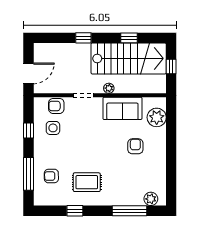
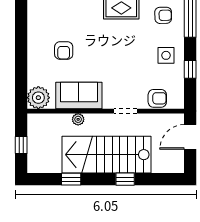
stairs: (129, 58) -> (106, 155), moved
plant: (109, 88) -> (78, 119), moved
plant: (157, 117) -> (38, 98), moved
side table: (53, 128) -> (166, 55), moved

